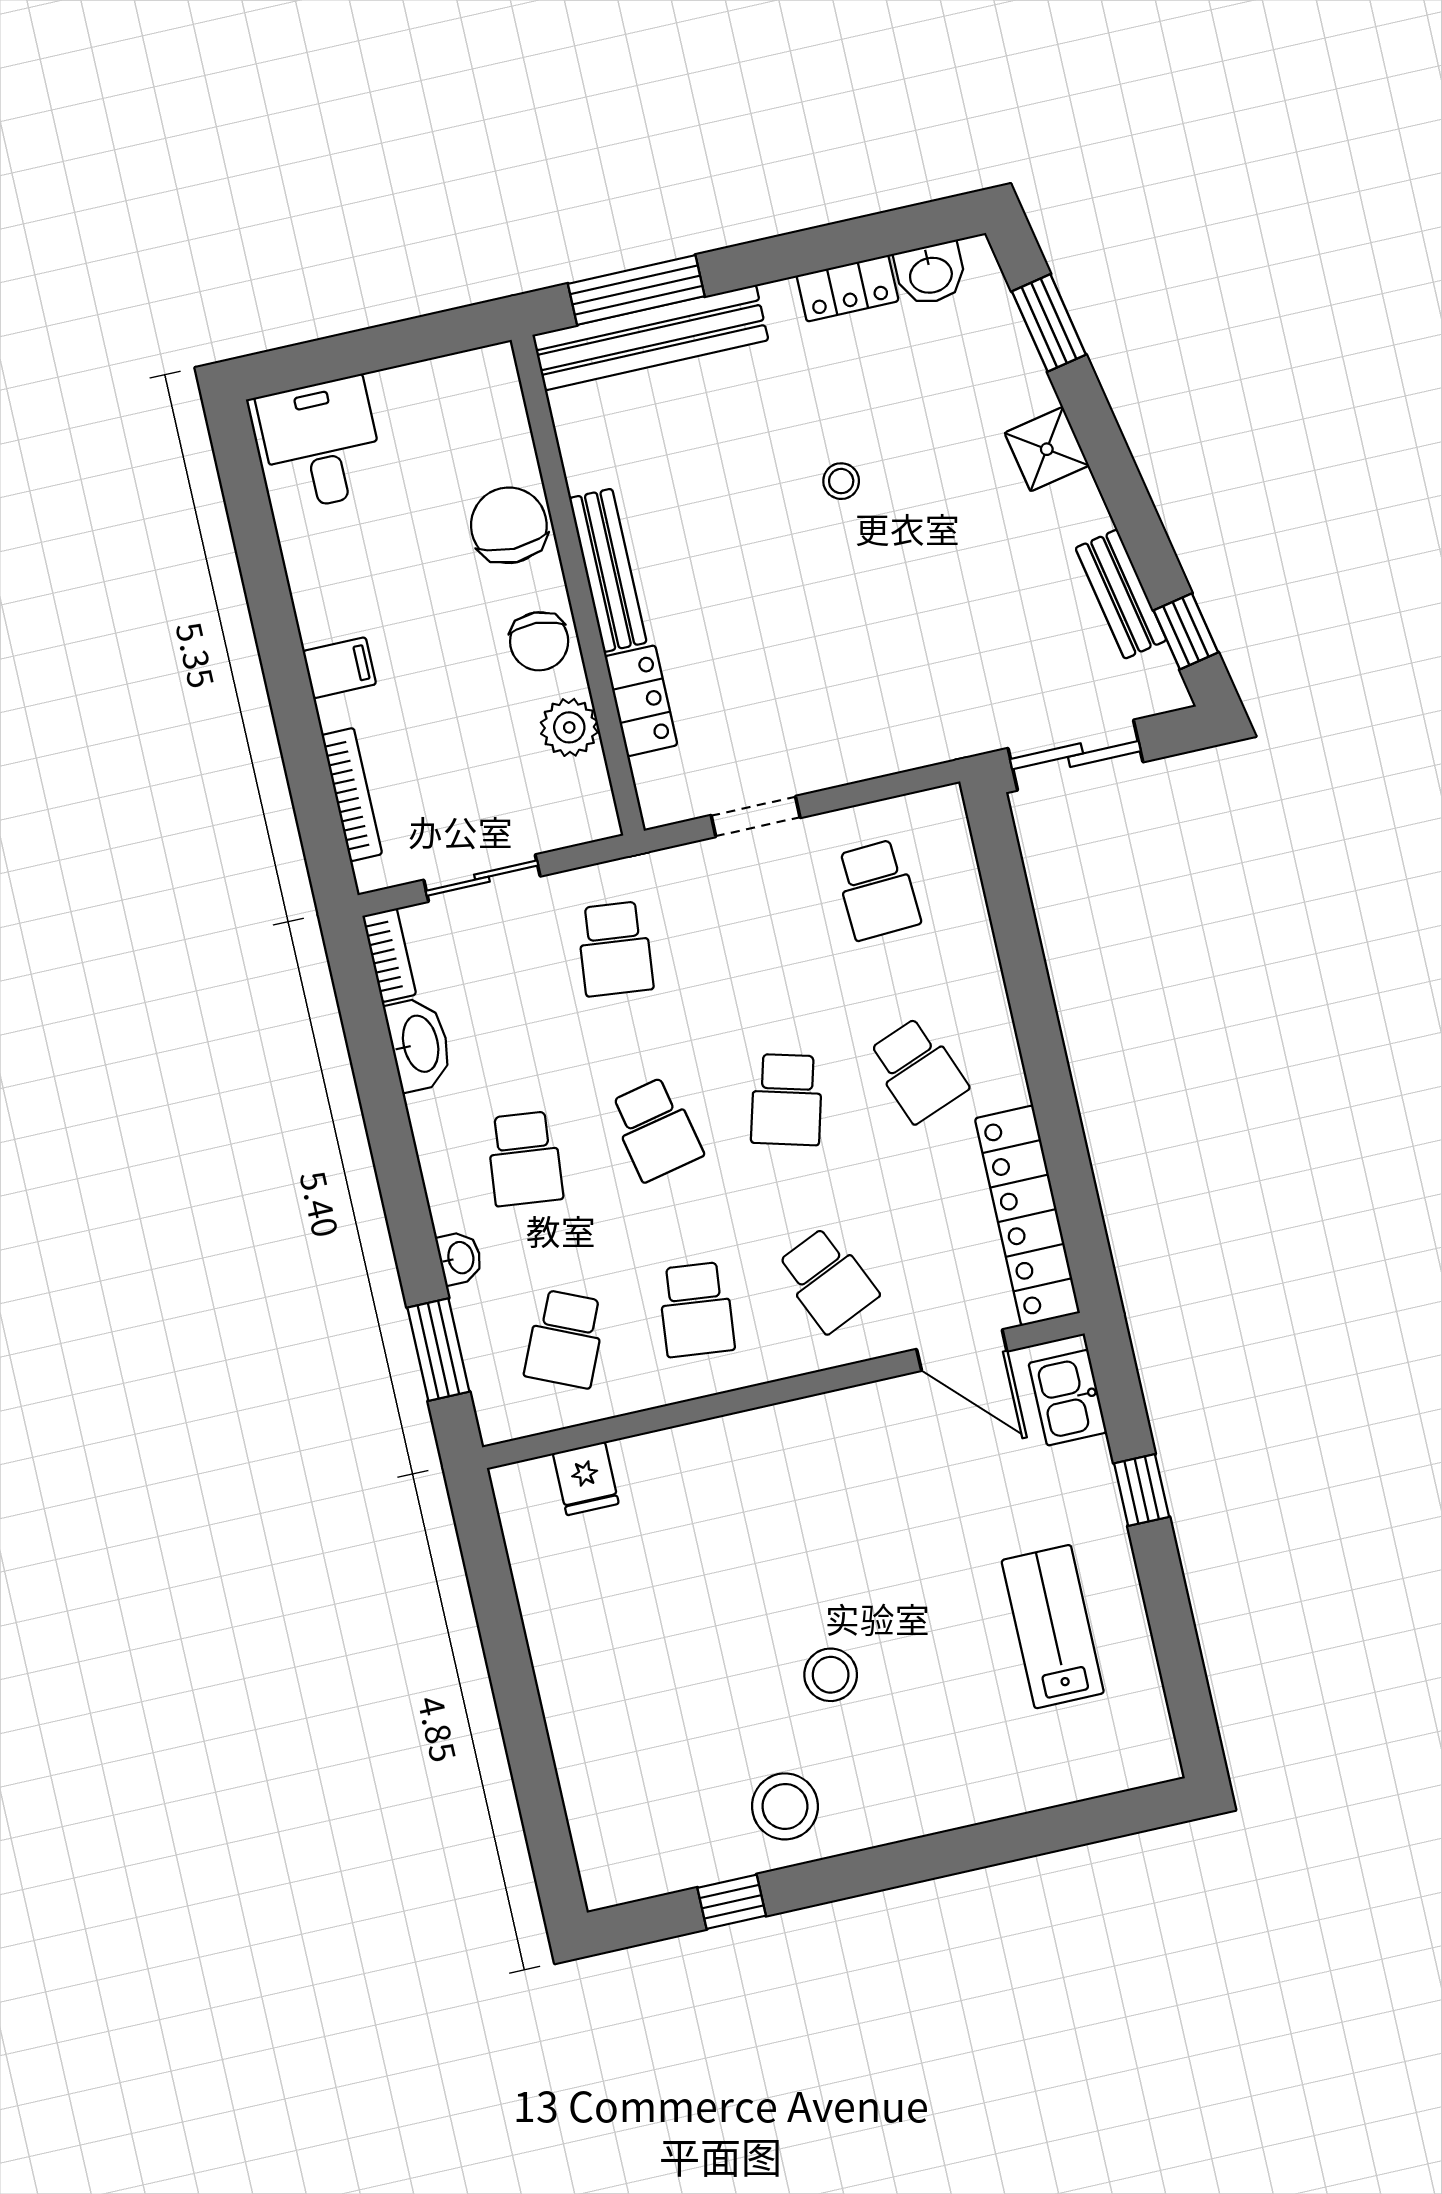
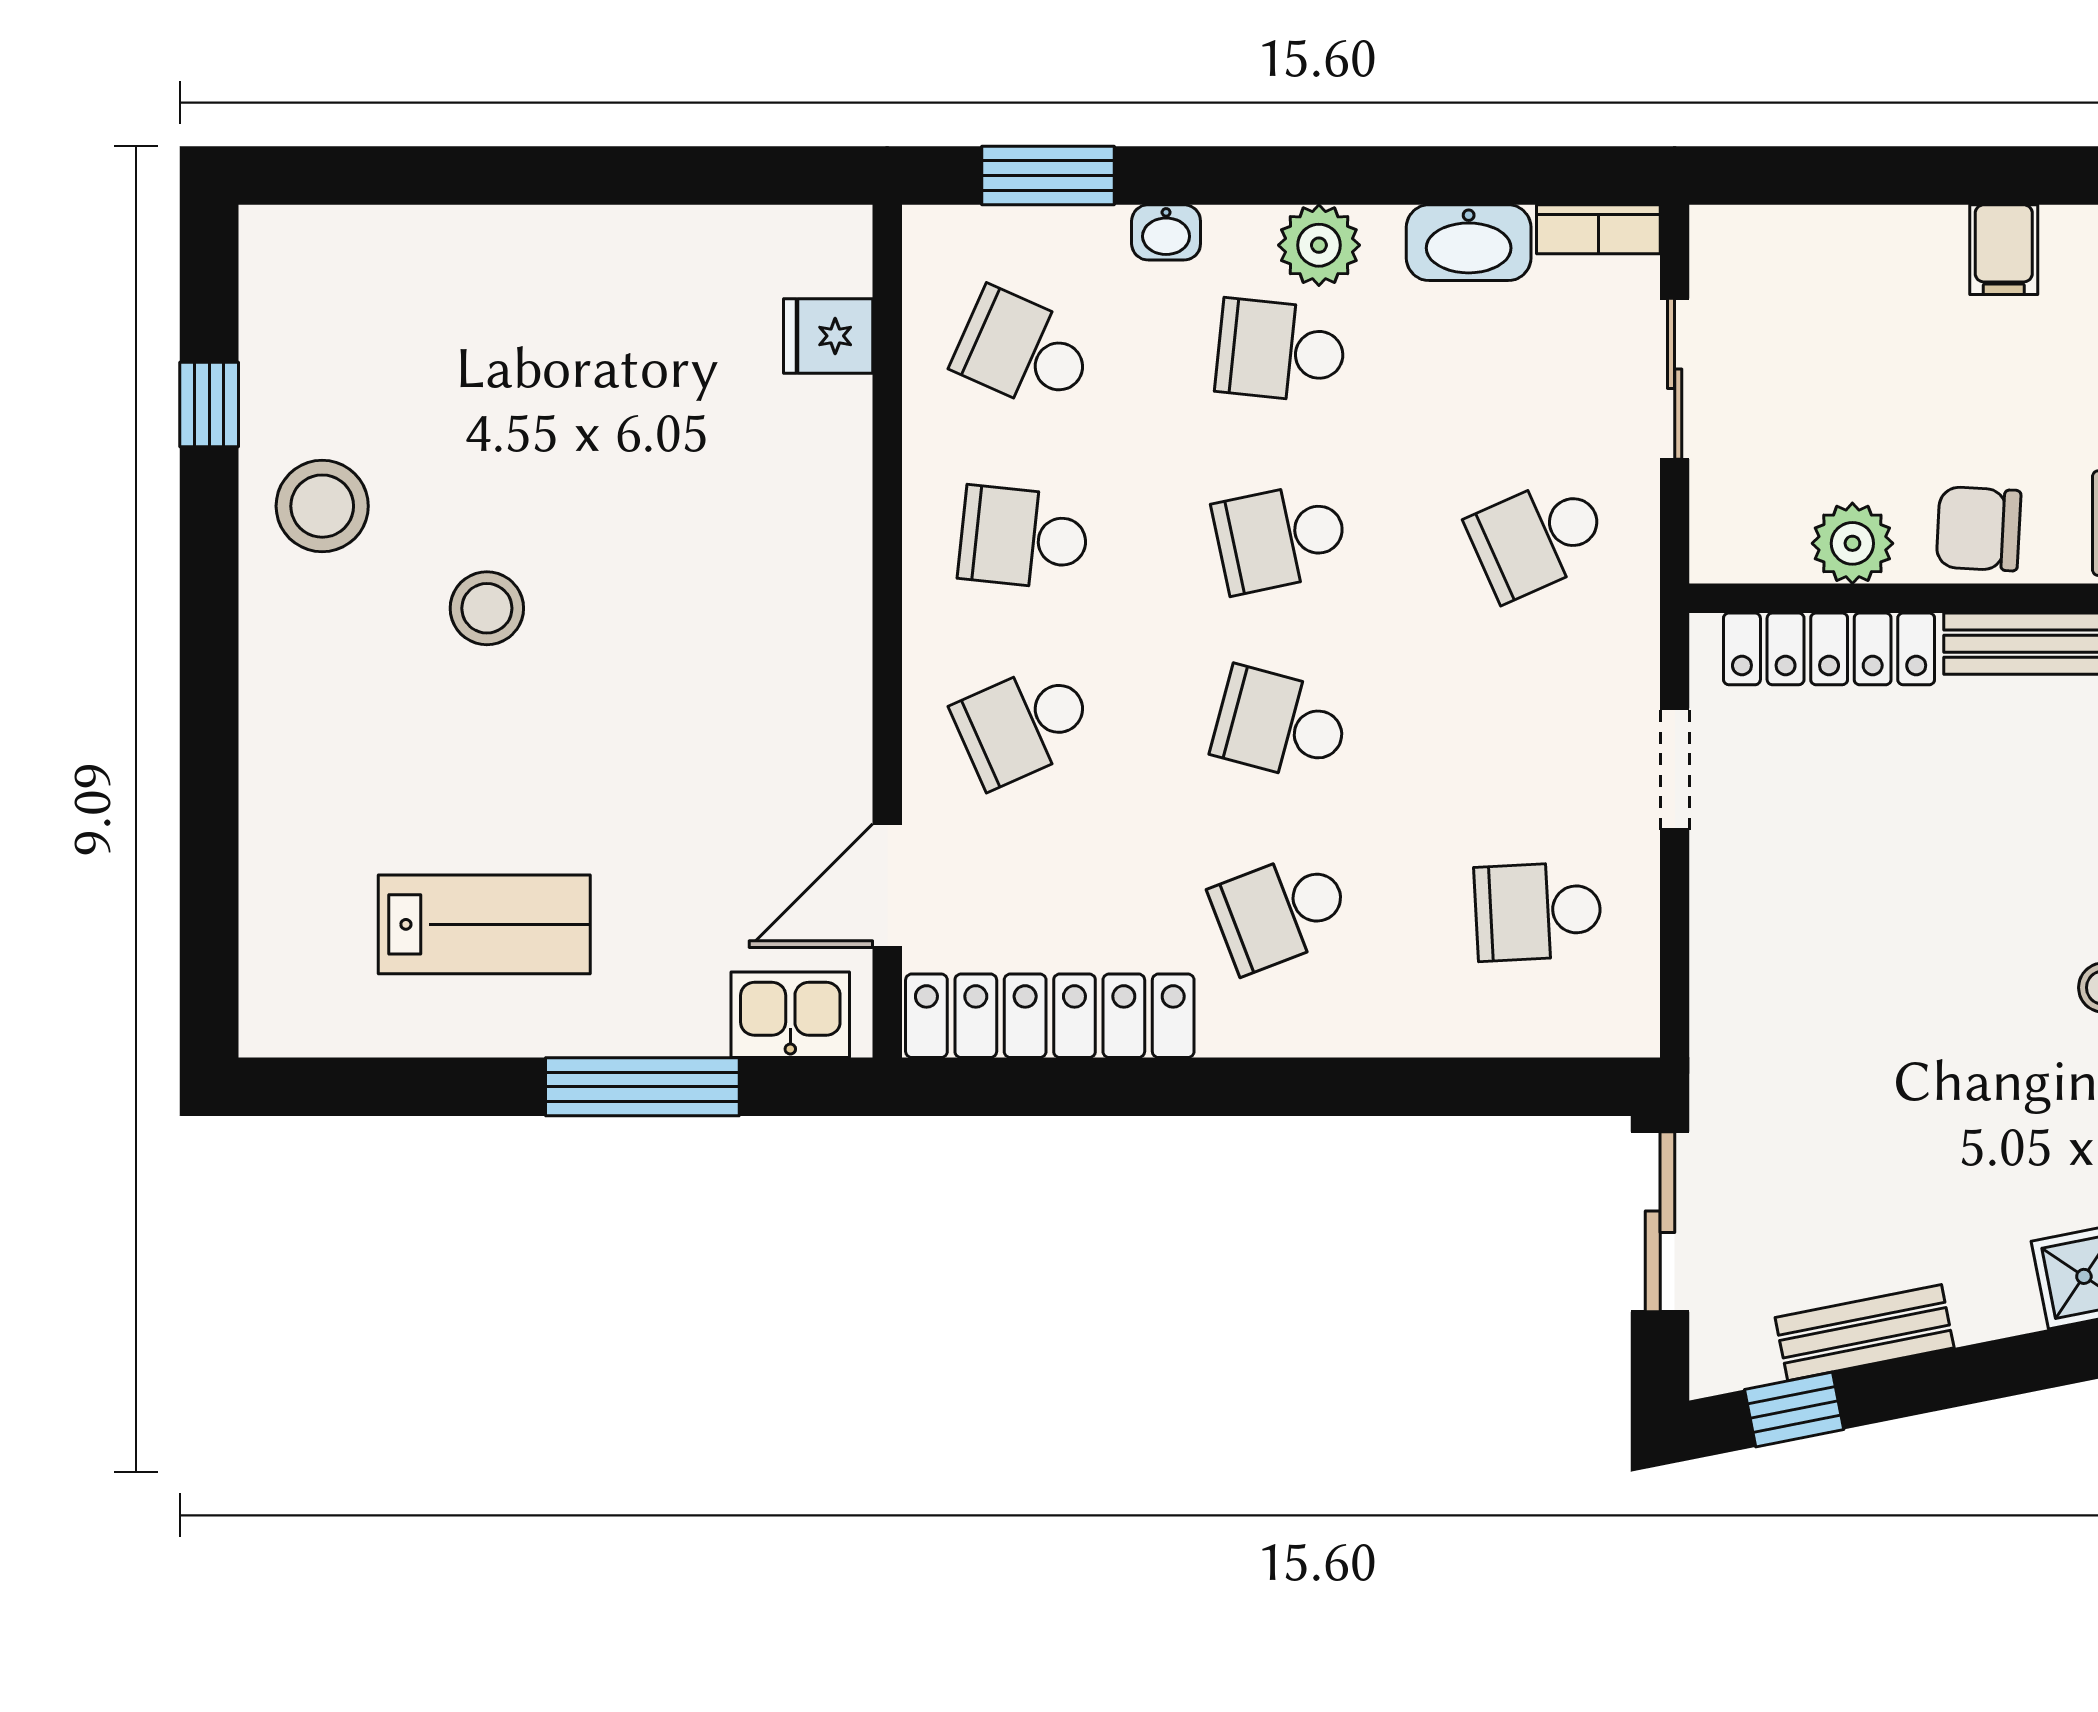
locker: (641, 701) -> (1829, 649), width x1.53
bookcase: (352, 795) -> (1828, 228), removed
school desk: (615, 949) -> (1538, 538), turned -30
plant: (444, 1149) -> (1319, 245), added
window: (1142, 1490) -> (642, 1087), width x2.17

